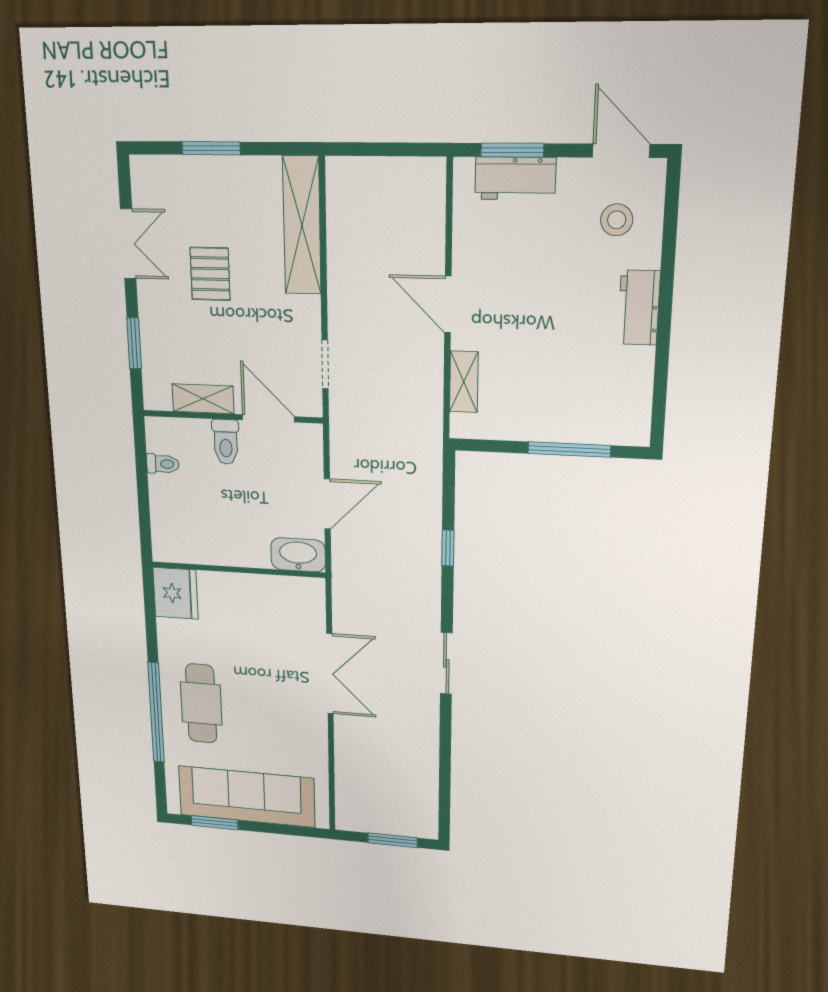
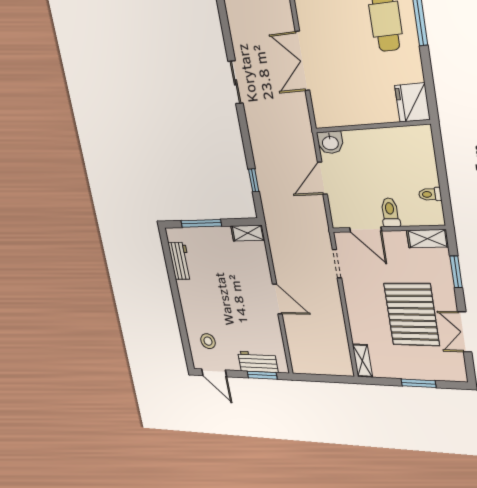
shelving: (302, 226) -> (362, 361), width x0.45, depth x0.75
pallet: (210, 274) -> (412, 314), width x2.05, depth x2.00
workbench: (639, 308) -> (180, 261), moved
shelving: (464, 382) -> (248, 233), moved, turned 90
shelving: (203, 399) -> (427, 239), moved
window: (448, 548) -> (254, 180), moved
washbasin: (298, 555) -> (330, 143), width x0.72

